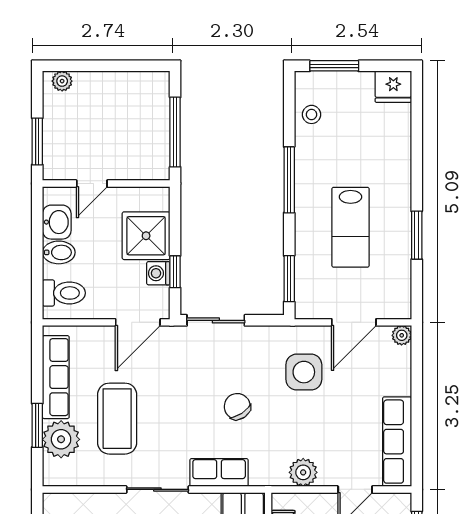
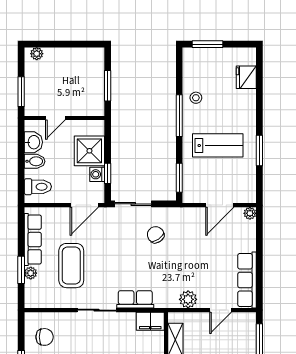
fridge: (393, 87) -> (246, 77), moved, turned 90
stool: (312, 114) -> (196, 98), moved
window: (175, 132) -> (108, 86), width x0.69
lab bench: (351, 227) -> (218, 145), turned -90
side table: (304, 372) -> (188, 236), removed
chair: (237, 406) -> (156, 235), moved
plant: (61, 439) -> (31, 273), width x0.53, depth x0.53

